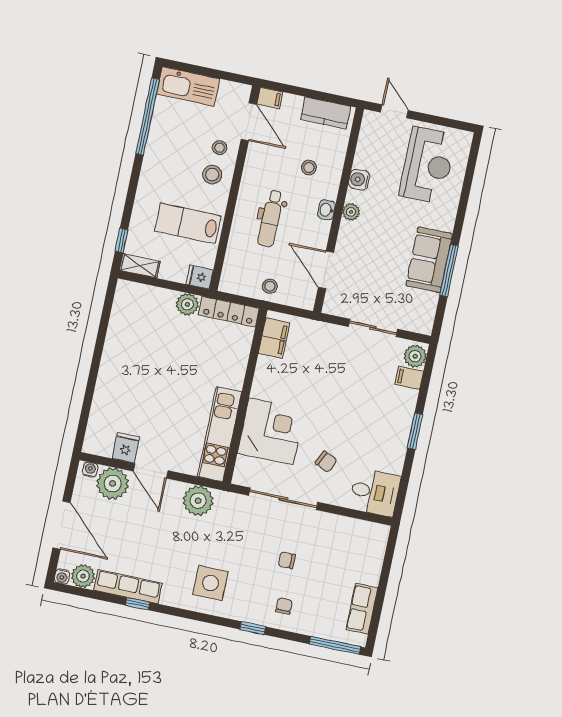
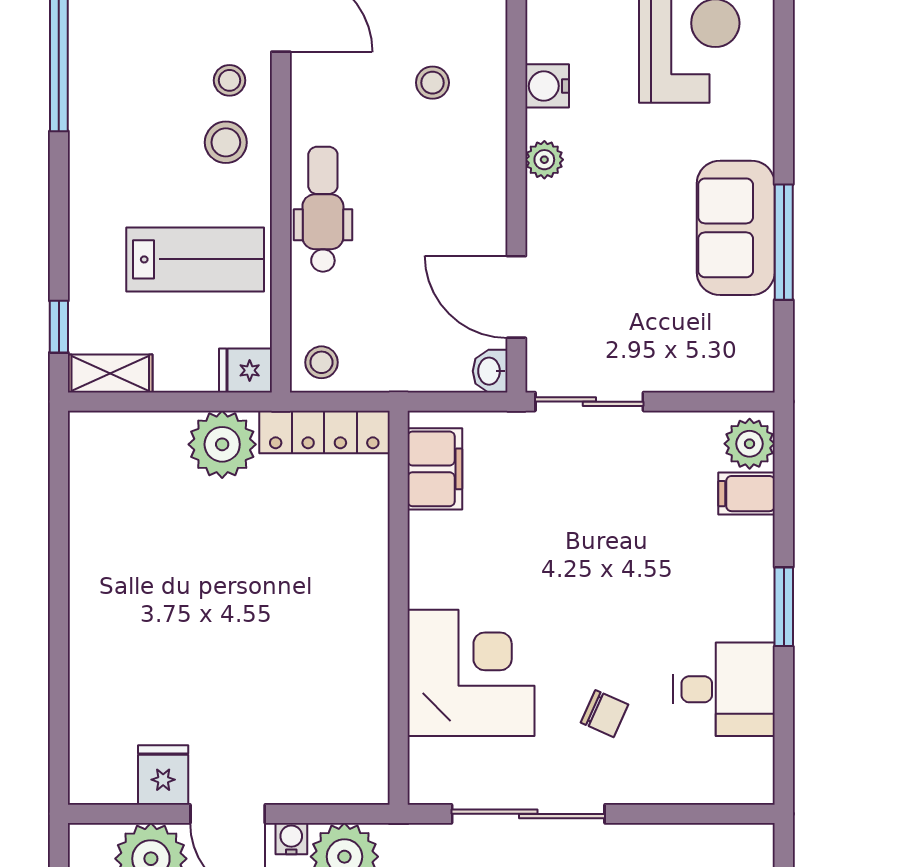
washbasin: (326, 210) -> (490, 371), moved
dental chair: (271, 218) -> (323, 209), moved, turned 180
lab bench: (188, 223) -> (195, 259), turned 180
stool: (270, 286) -> (321, 362), moved
plant: (187, 304) -> (222, 444), width x1.36, depth x1.36
sliding door: (373, 328) -> (589, 402), moved
kitchen unit: (220, 434) -> (361, 703), removed
water cooler: (90, 470) -> (291, 839), moved
desk: (375, 492) -> (724, 689), moved

